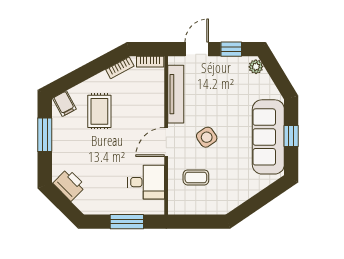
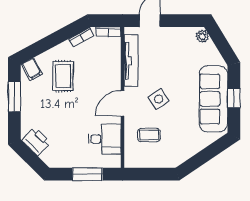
window: (231, 49) -> (180, 21), removed

